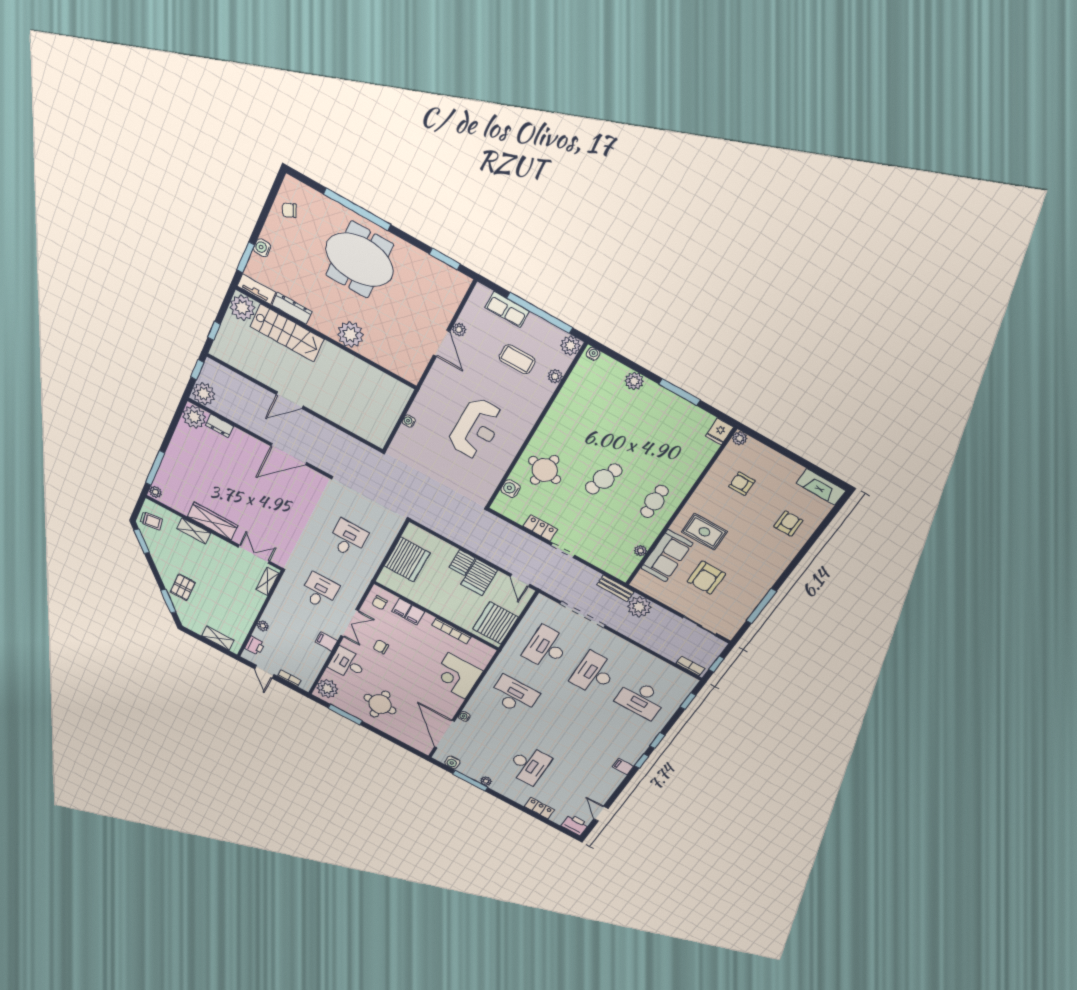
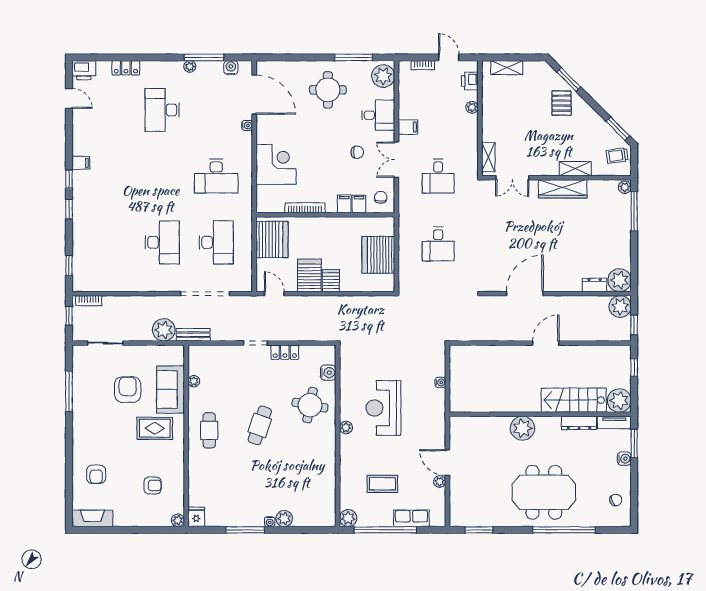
water cooler: (593, 354) -> (270, 522), moved
plant: (555, 376) -> (346, 427), moved
desk: (641, 699) -> (108, 242), removed

